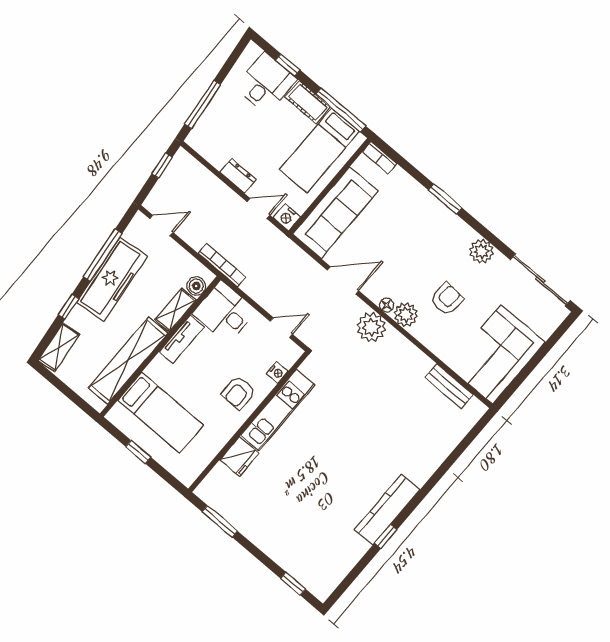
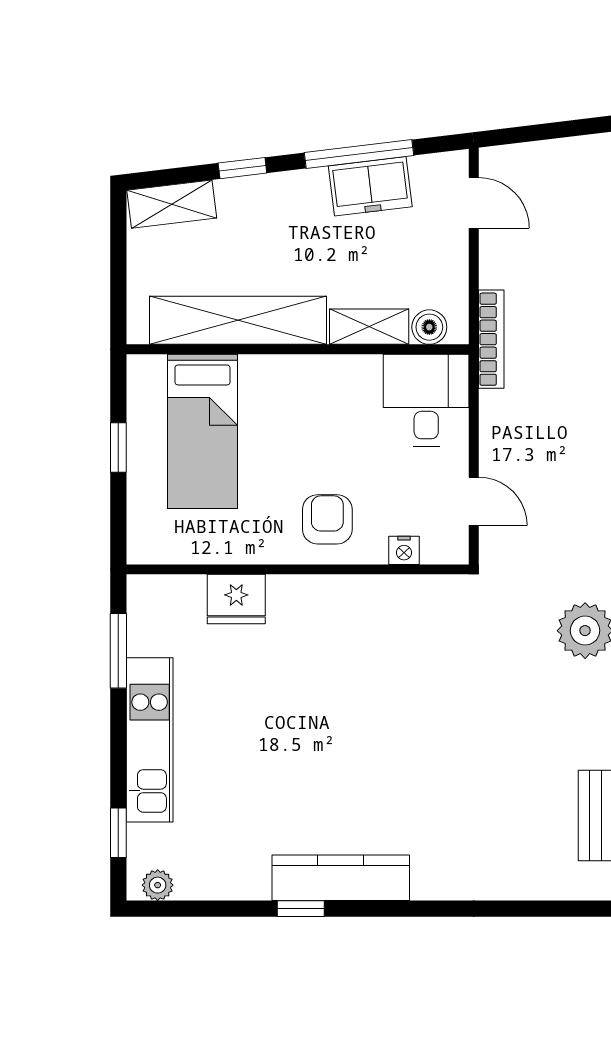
window: (162, 166) -> (561, 130), removed
freezer: (112, 279) -> (370, 186), width x0.52, depth x0.79
tv unit: (182, 339) -> (334, 372), removed
armchair: (239, 393) -> (327, 519), turned 90
kitchen unit: (278, 410) -> (150, 740), moved, turned -90
plant: (327, 586) -> (158, 885), added

